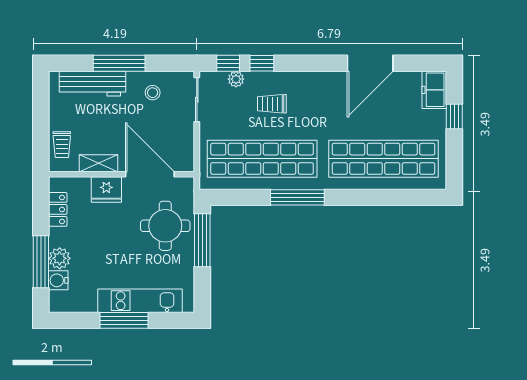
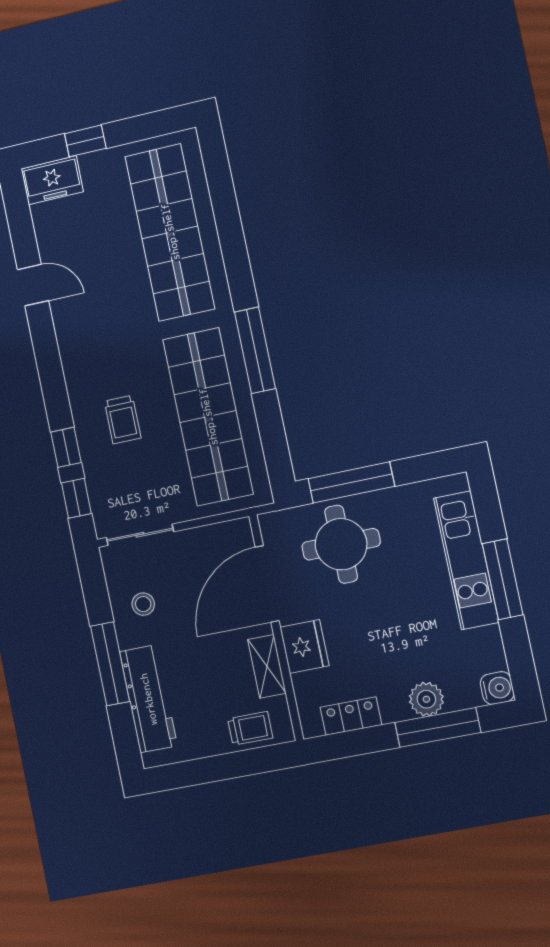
door: (370, 63) -> (33, 285), width x0.53
plant: (236, 79) -> (97, 482), removed
water cooler: (58, 280) -> (497, 688), moved, turned -90

